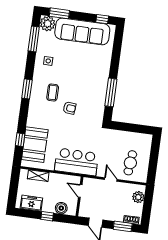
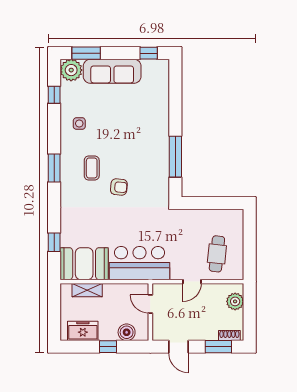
sofa: (82, 31) -> (112, 71), width x0.74, depth x0.79
window: (34, 39) -> (54, 95), width x0.46
booth: (35, 145) -> (84, 264), moved, turned 90
door: (111, 179) -> (192, 282), swing flipped

